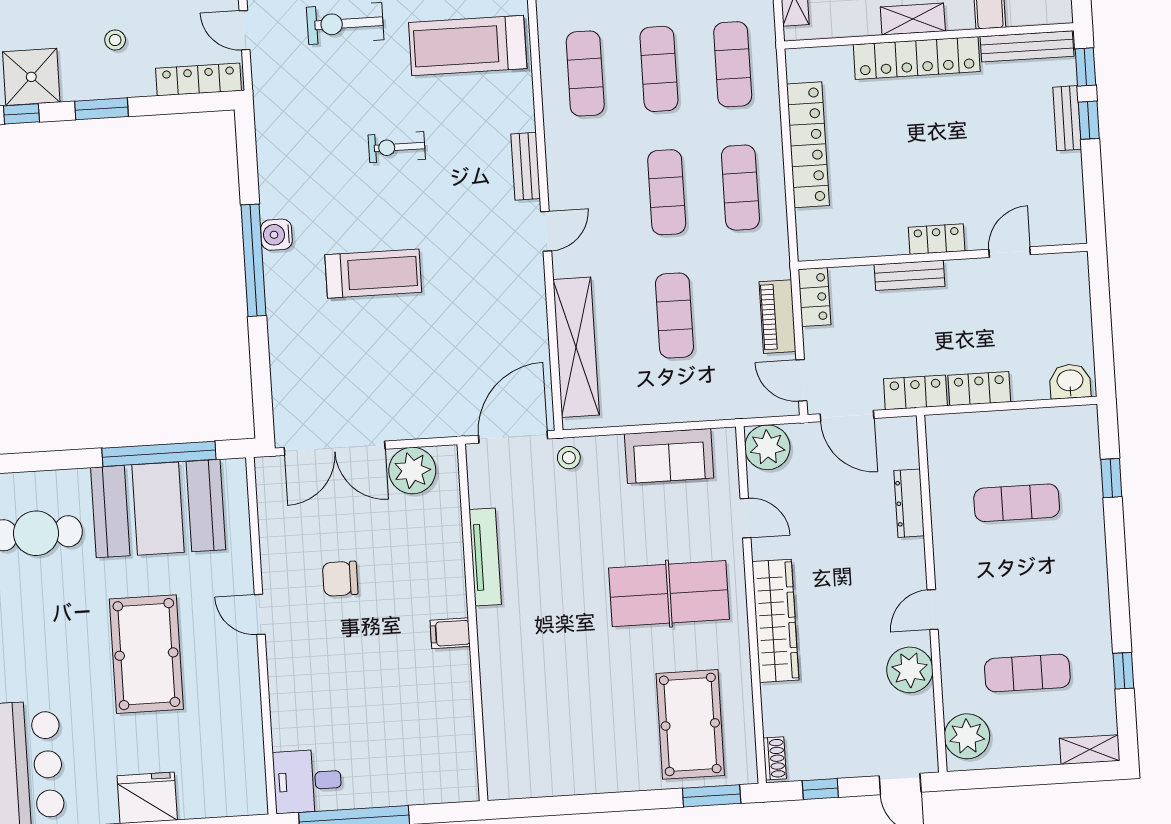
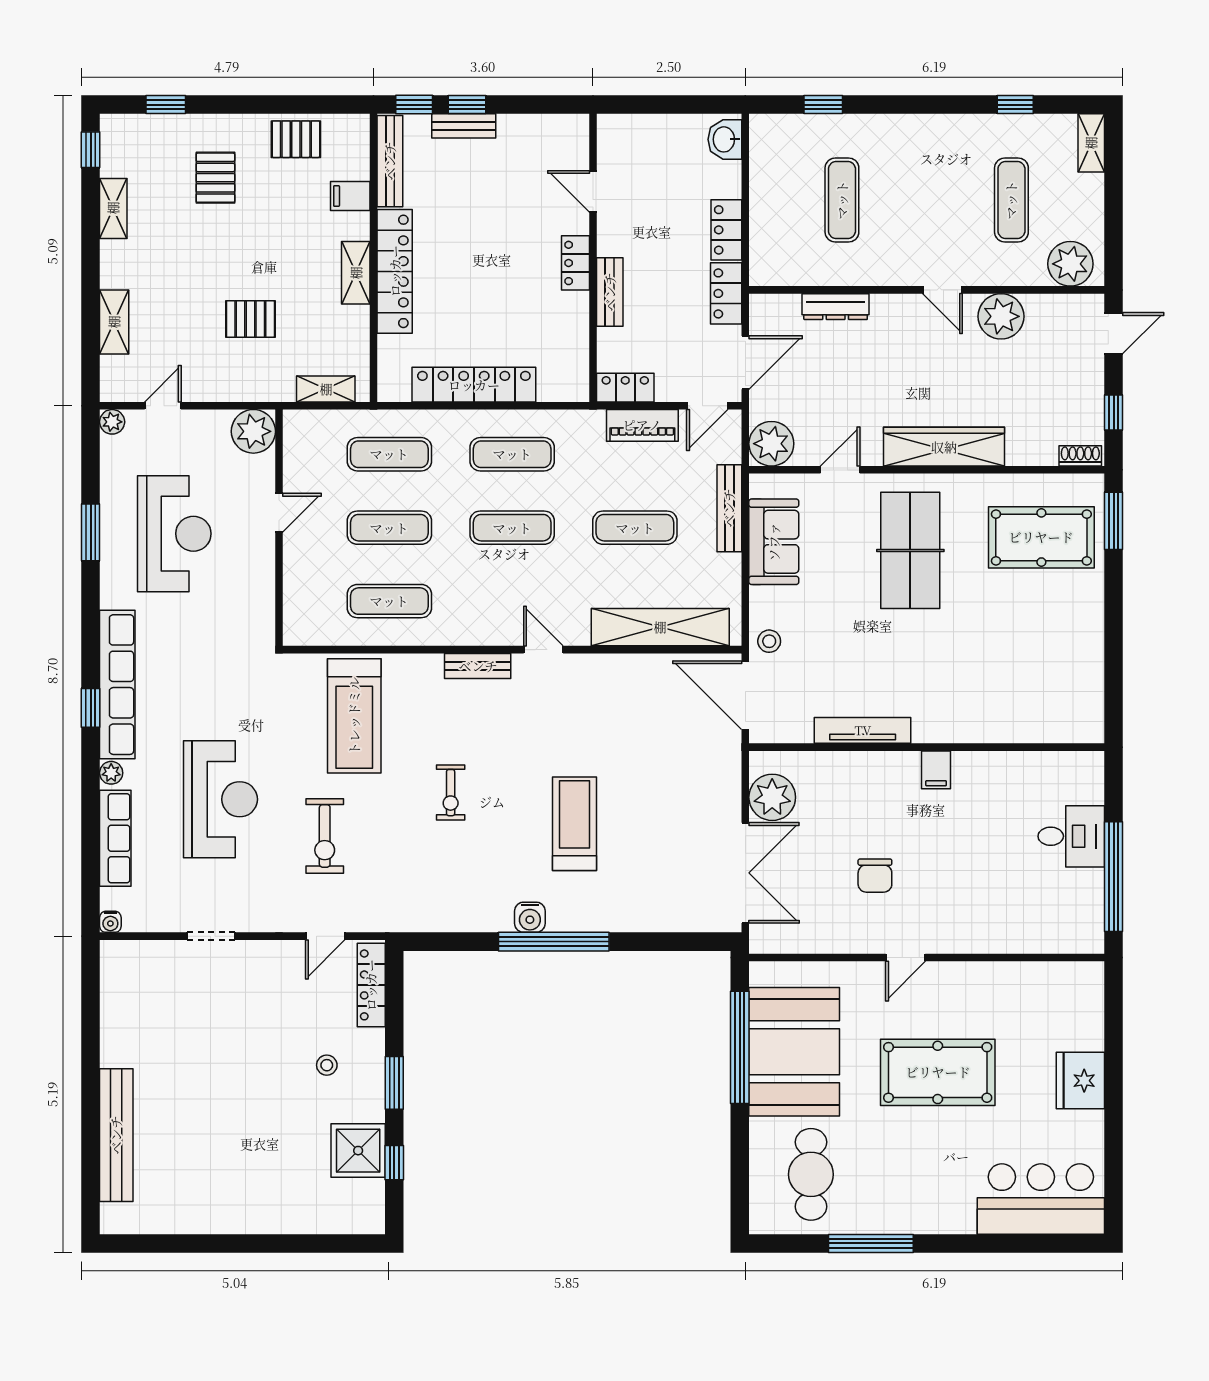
bench: (700, 409) -> (729, 508), added
desk: (307, 781) -> (1071, 836), moved, turned -90

